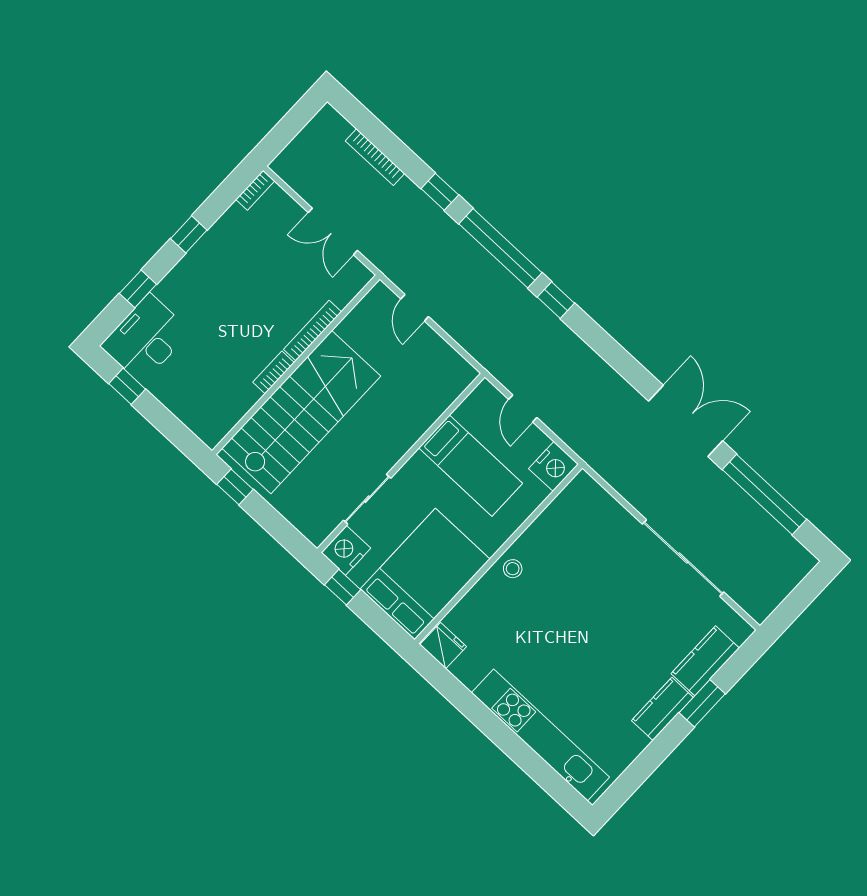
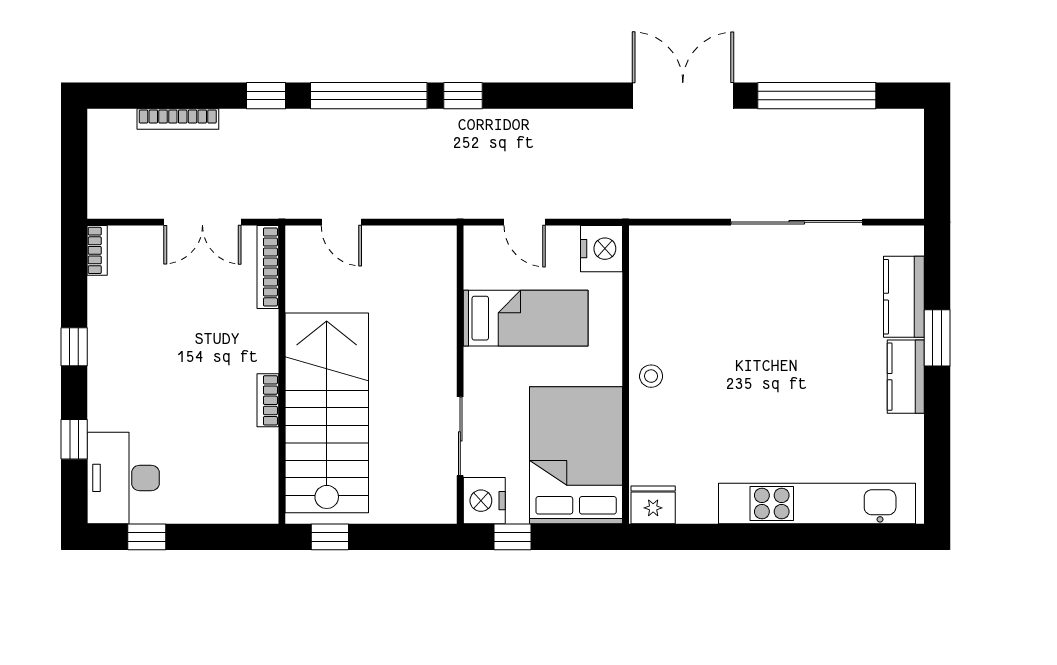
bookcase: (312, 331) -> (268, 267), moved

